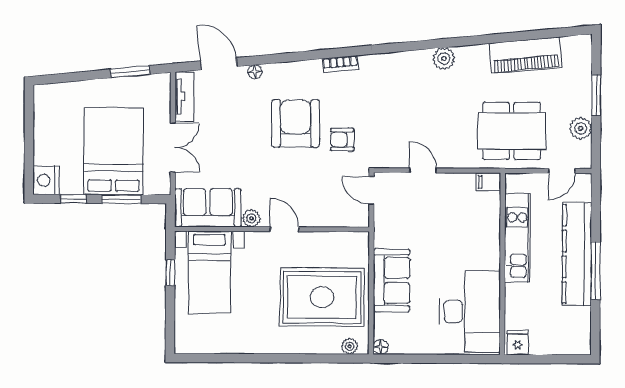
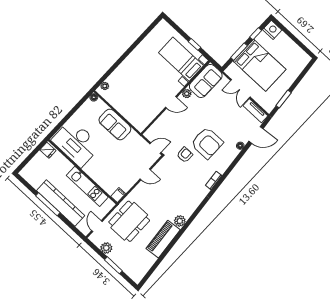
piano: (525, 55) -> (163, 239), moved
rug: (322, 297) -> (133, 93), removed

